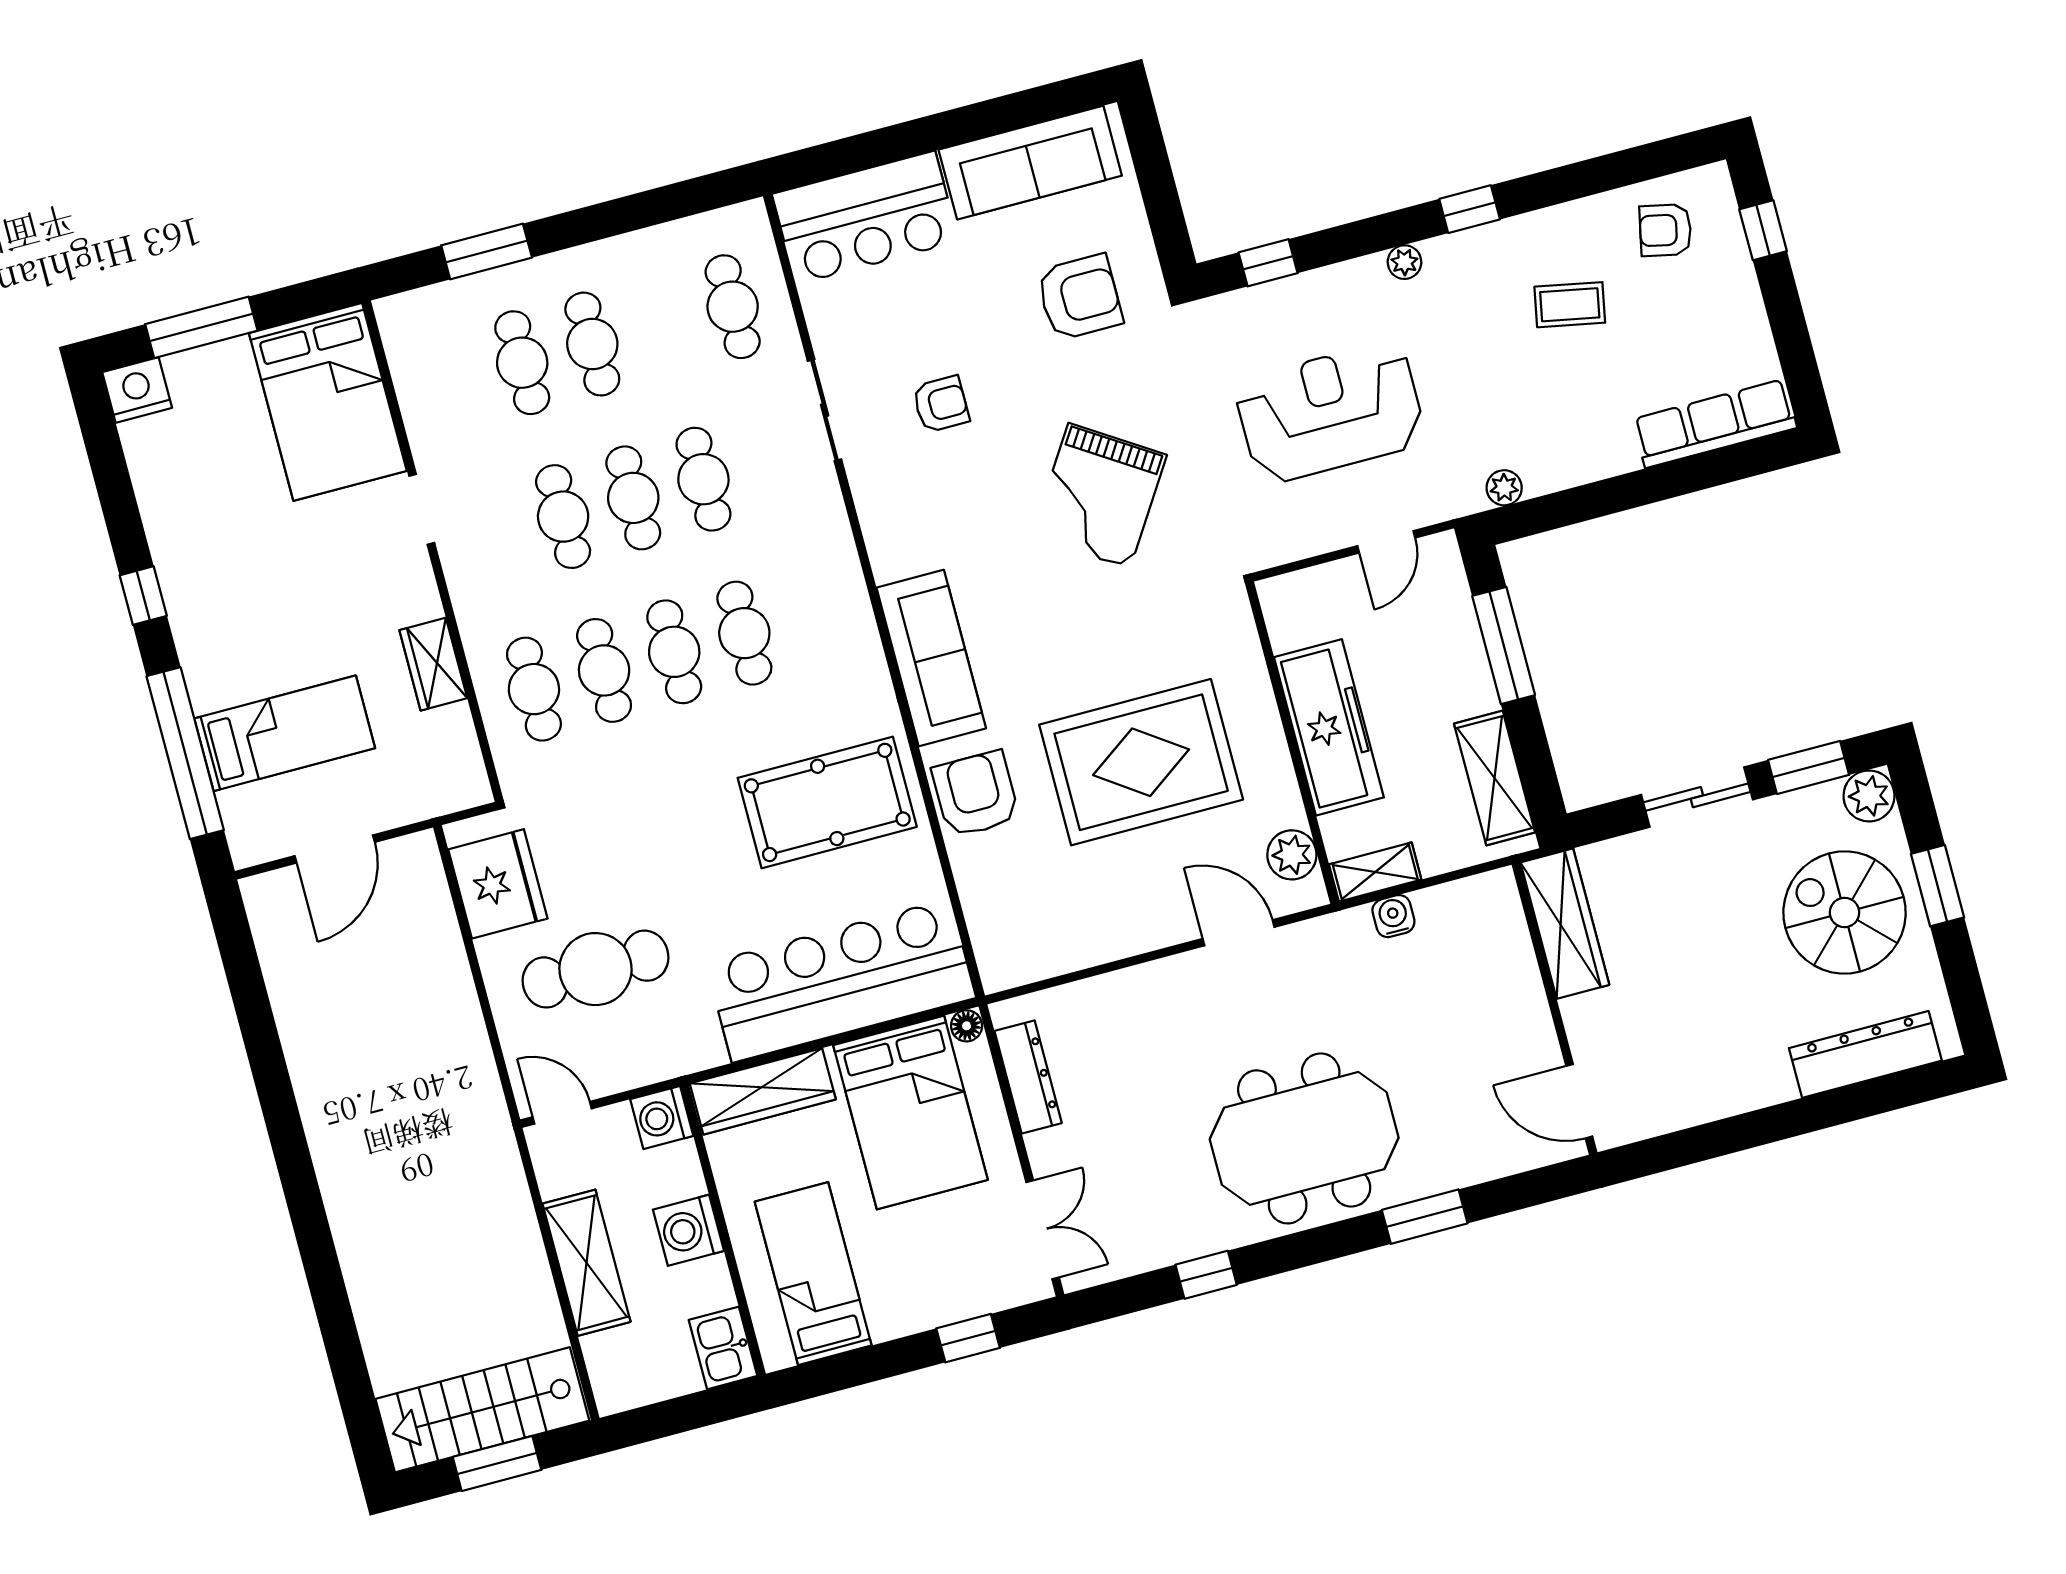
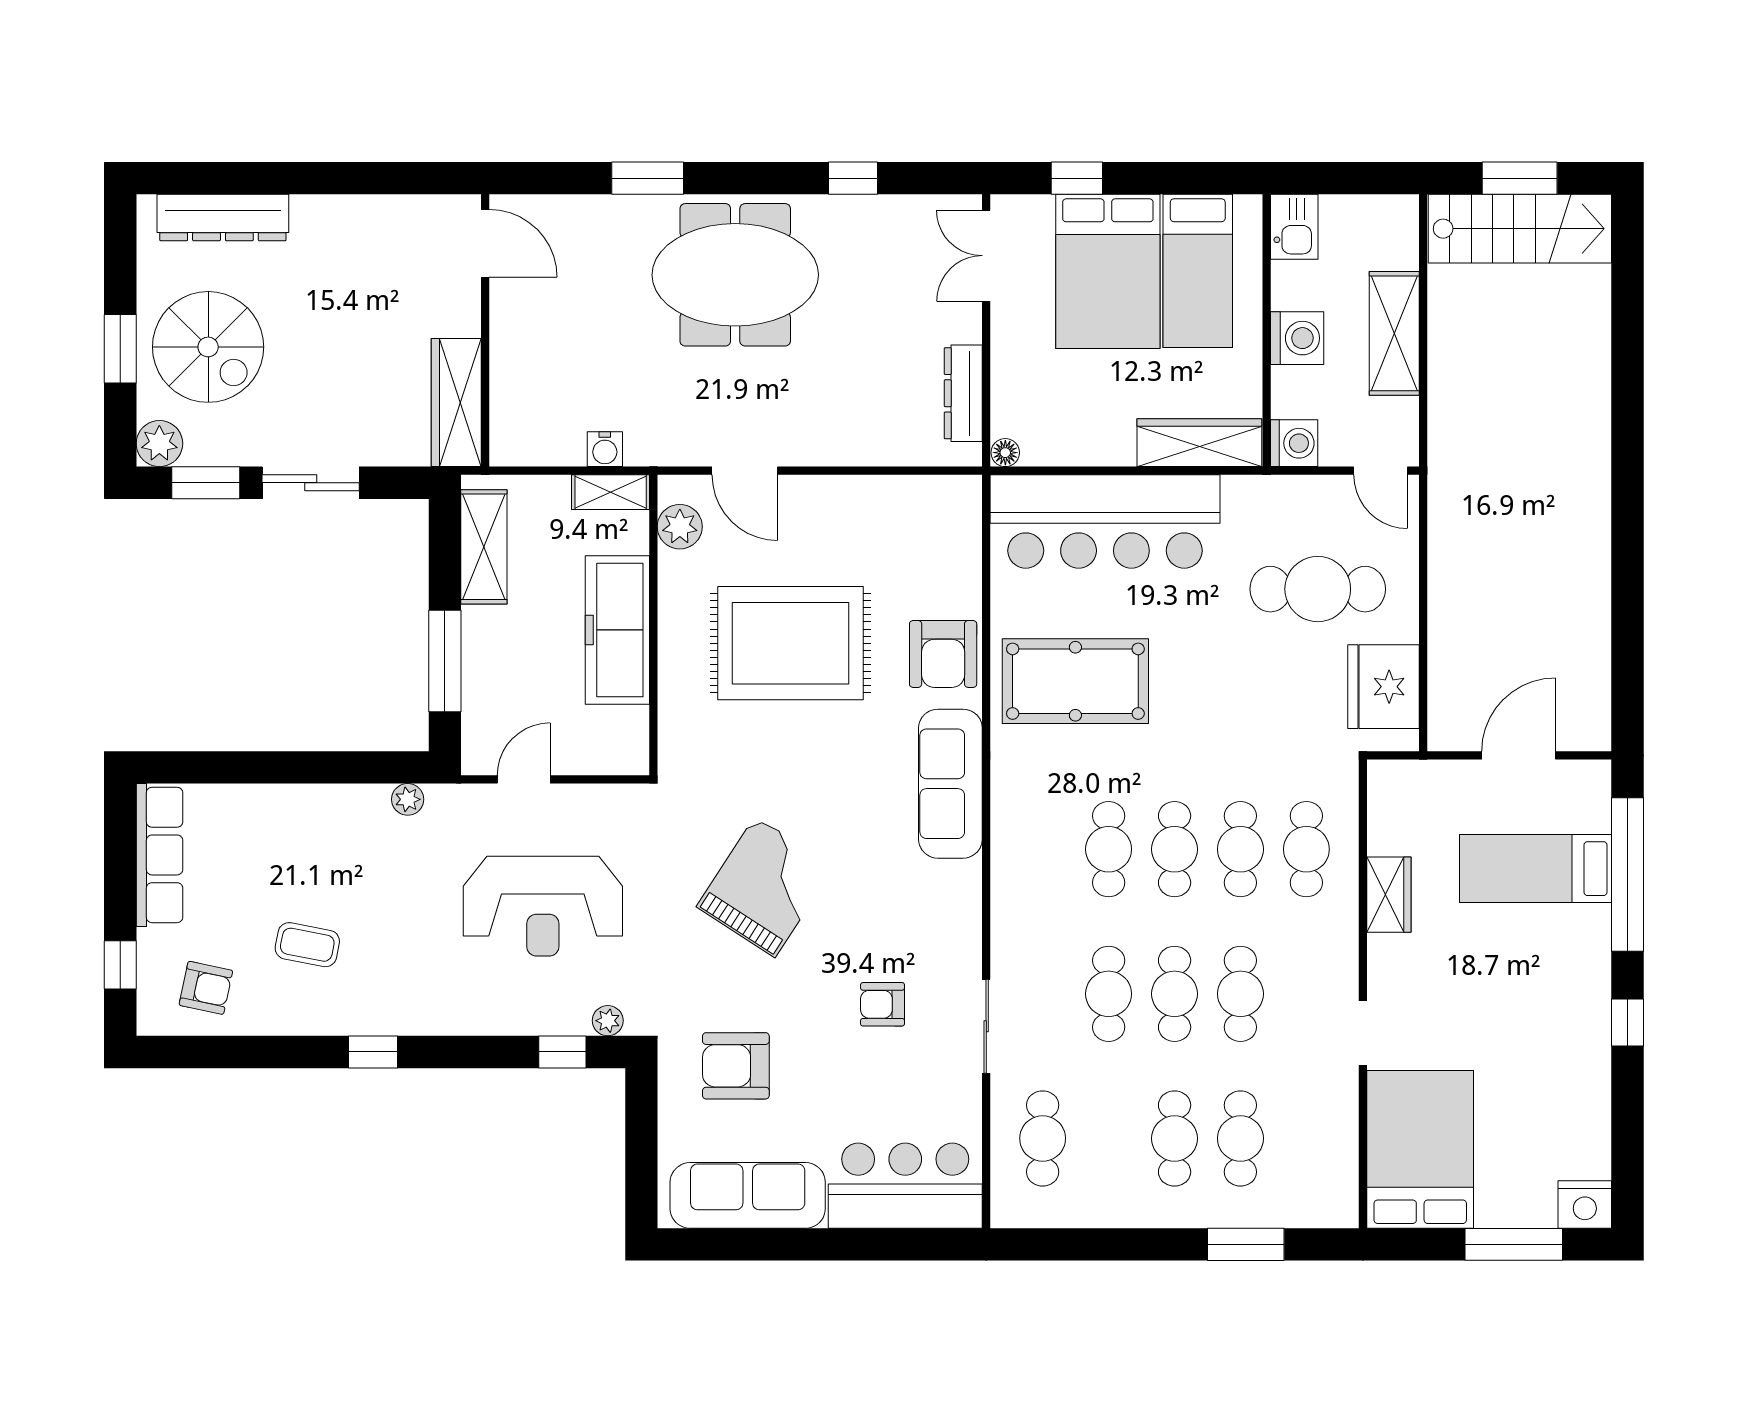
plant: (1404, 262) -> (608, 1021), moved
row of seats: (1715, 424) -> (159, 855), moved, turned -90
bed: (911, 1113) -> (1108, 271), moved, turned 180

